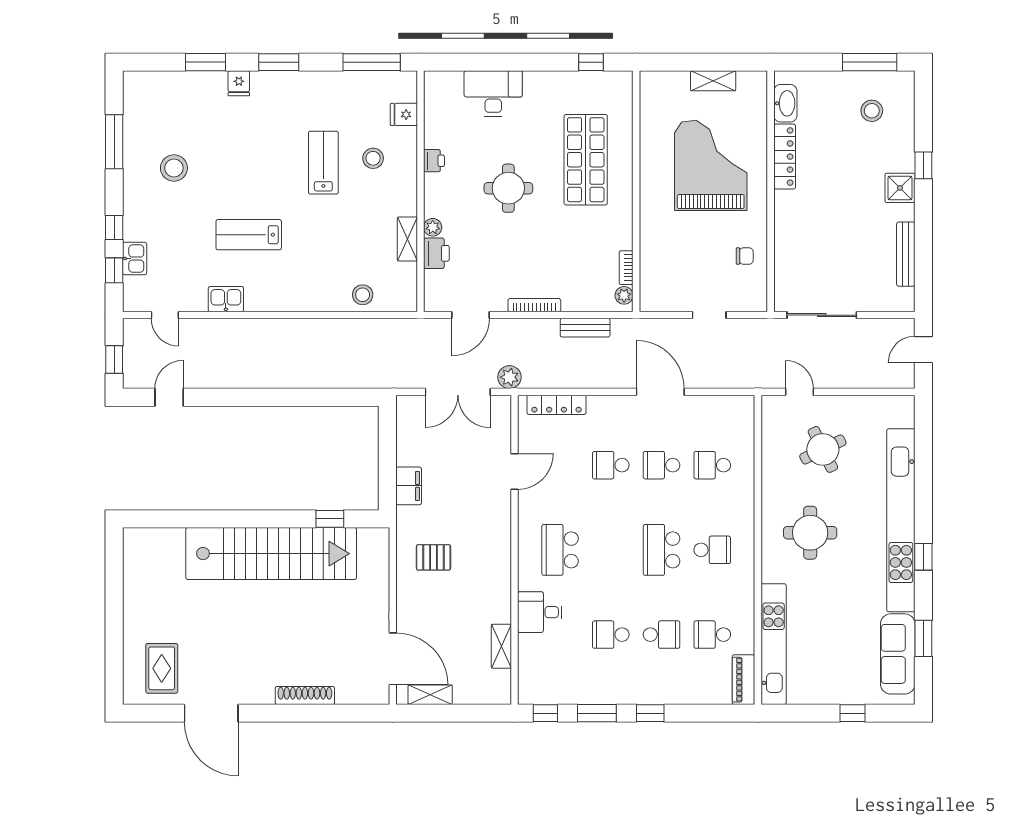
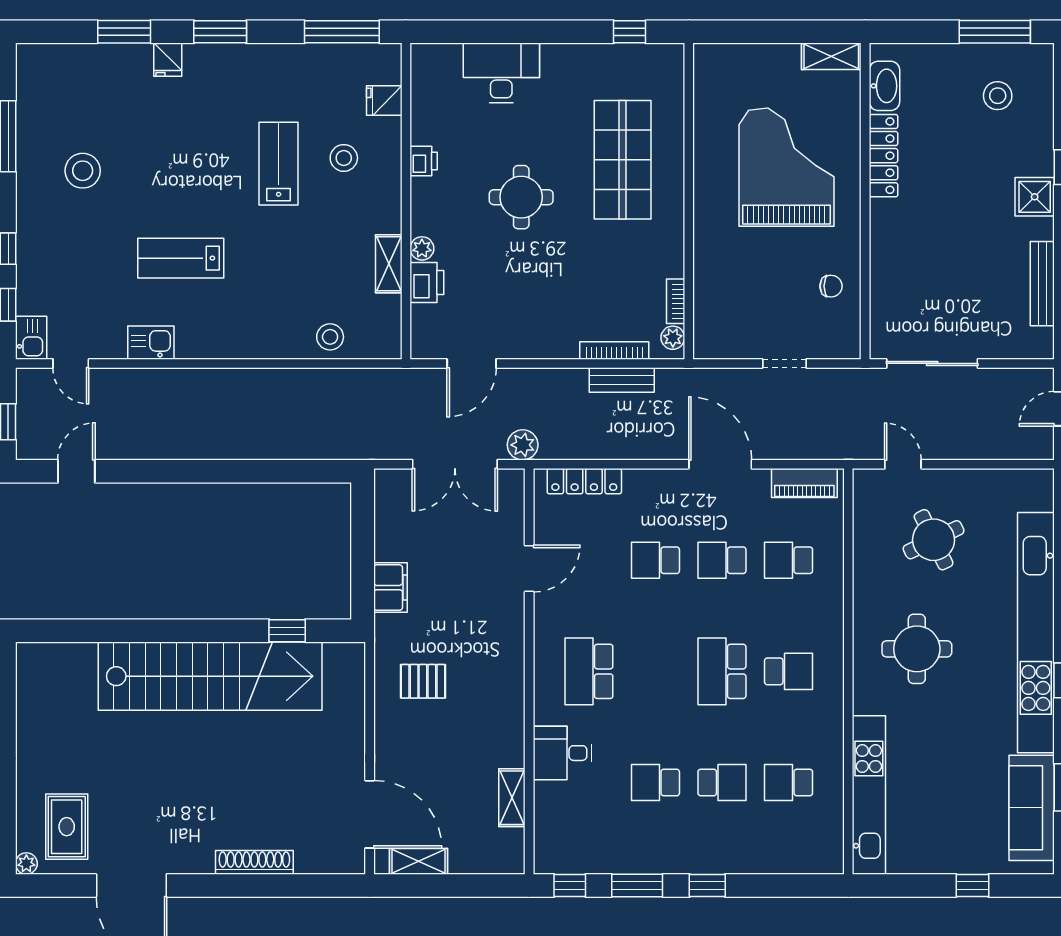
shelving: (713, 81) -> (831, 56), moved
kitchen sink: (135, 259) -> (31, 338), moved
bookcase: (534, 305) -> (614, 350), moved
piano: (743, 680) -> (804, 483), moved, turned -90
plant: (131, 696) -> (26, 864), added

